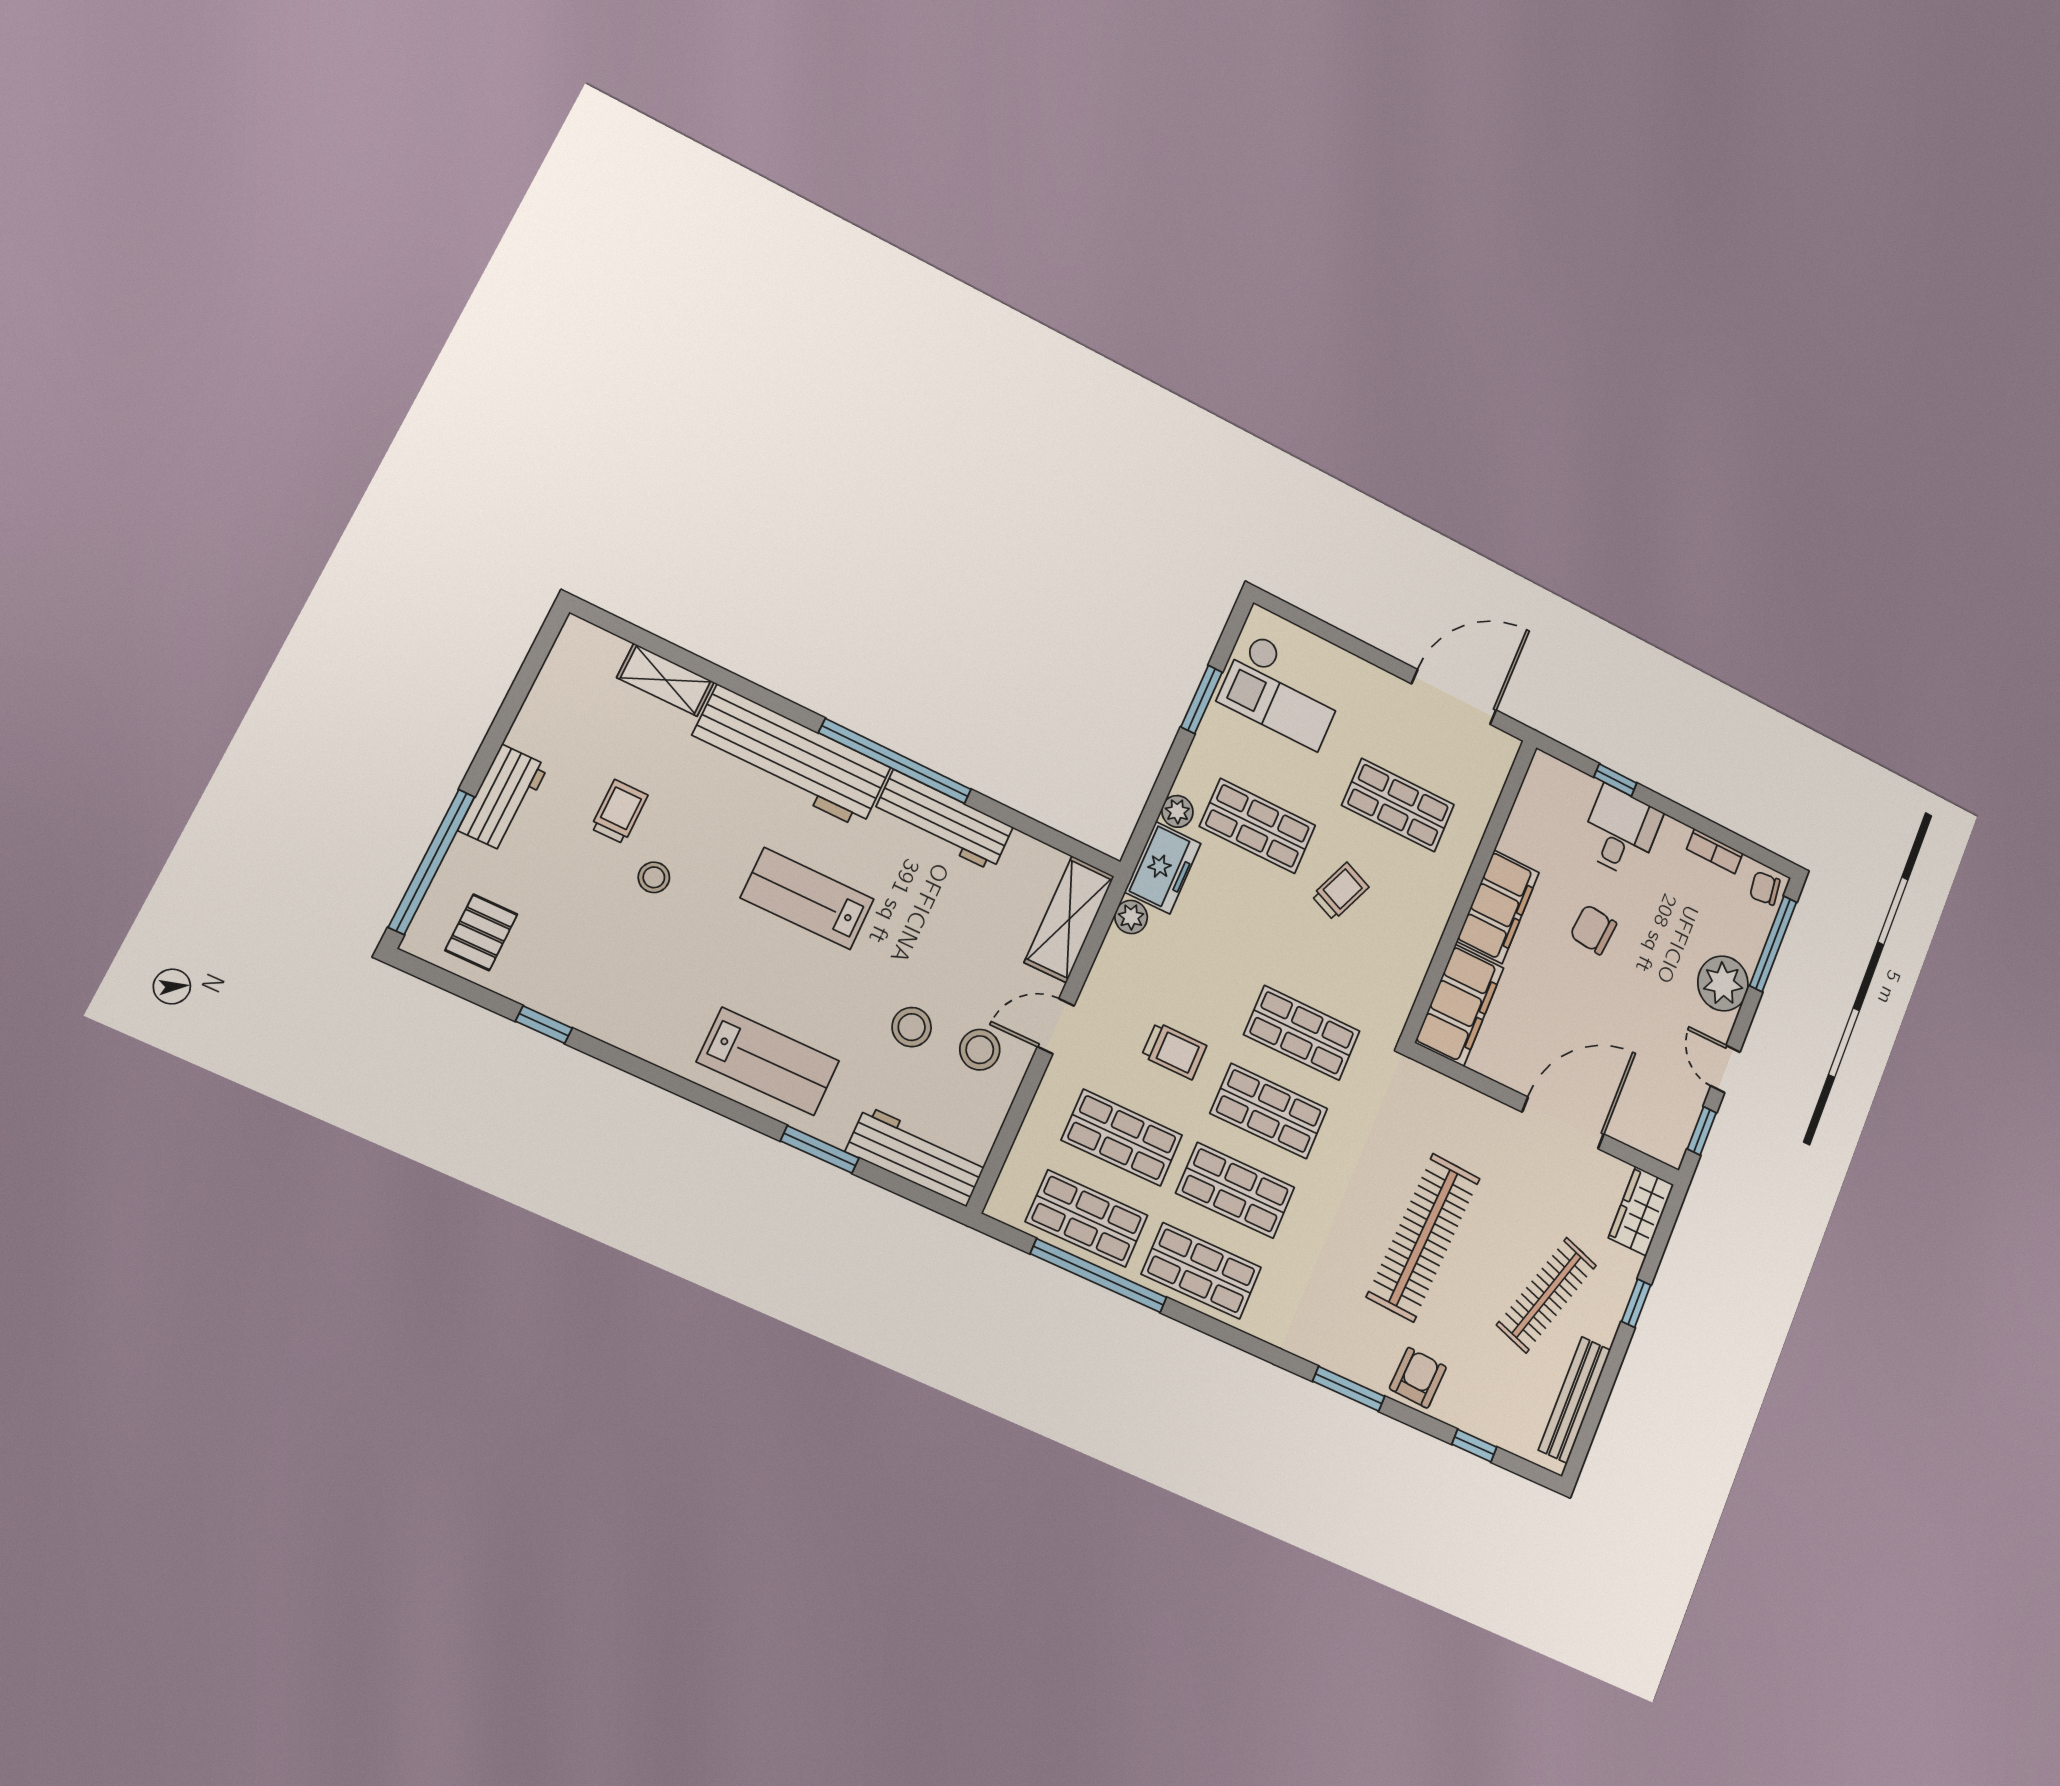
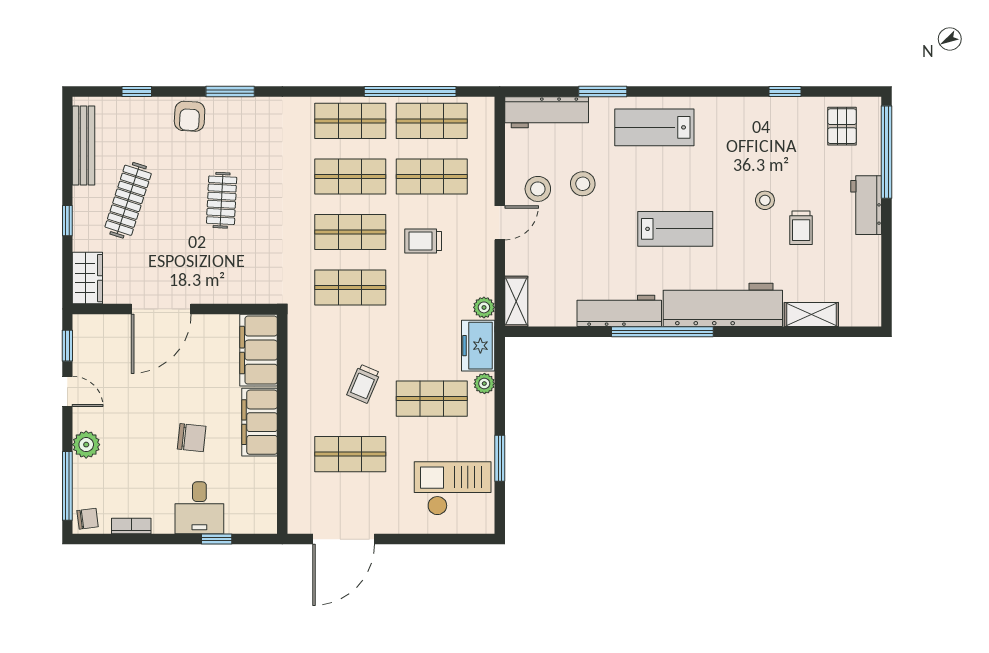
shelving: (1069, 919) -> (516, 301), width x0.67, depth x0.75
plant: (1723, 983) -> (86, 445), width x0.73, depth x0.73
clothes rail: (1423, 1237) -> (222, 200), width x0.54, depth x0.76

